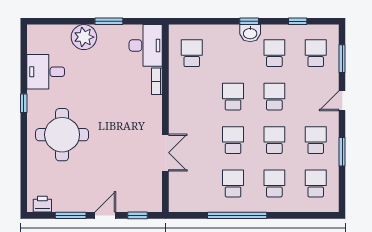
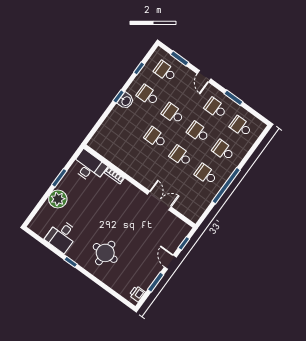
school desk: (192, 53) -> (113, 143), removed
round table: (62, 135) -> (105, 253), width x0.73, depth x0.73

